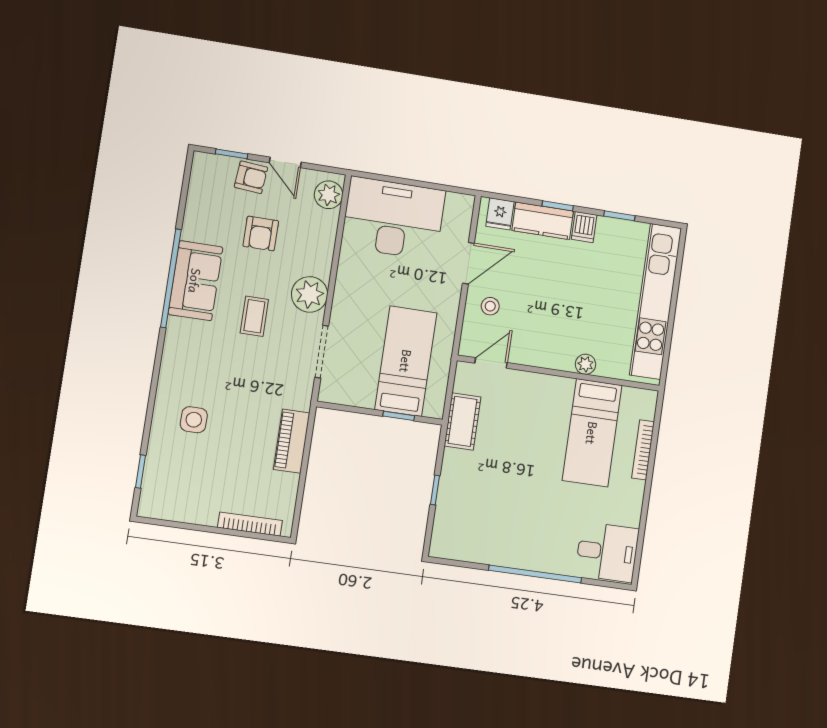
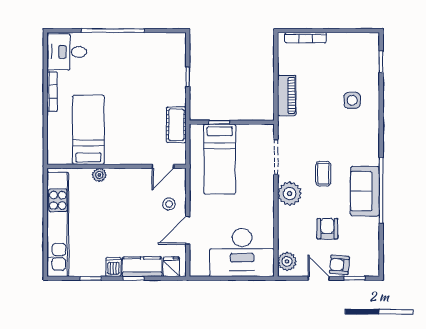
bookcase: (643, 450) -> (52, 92), moved

